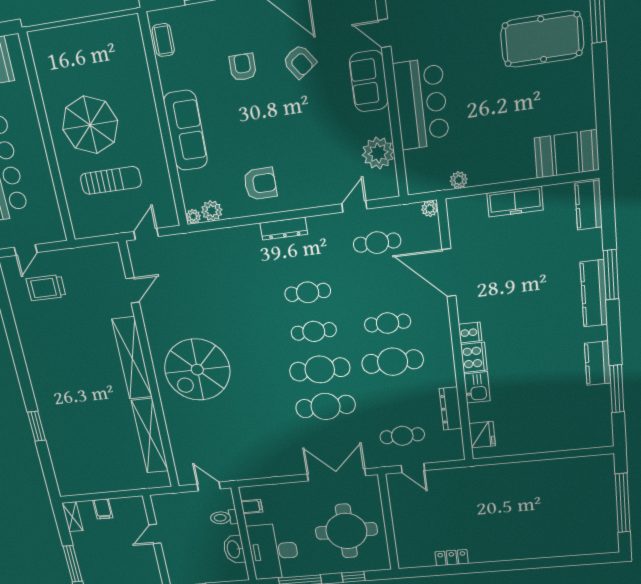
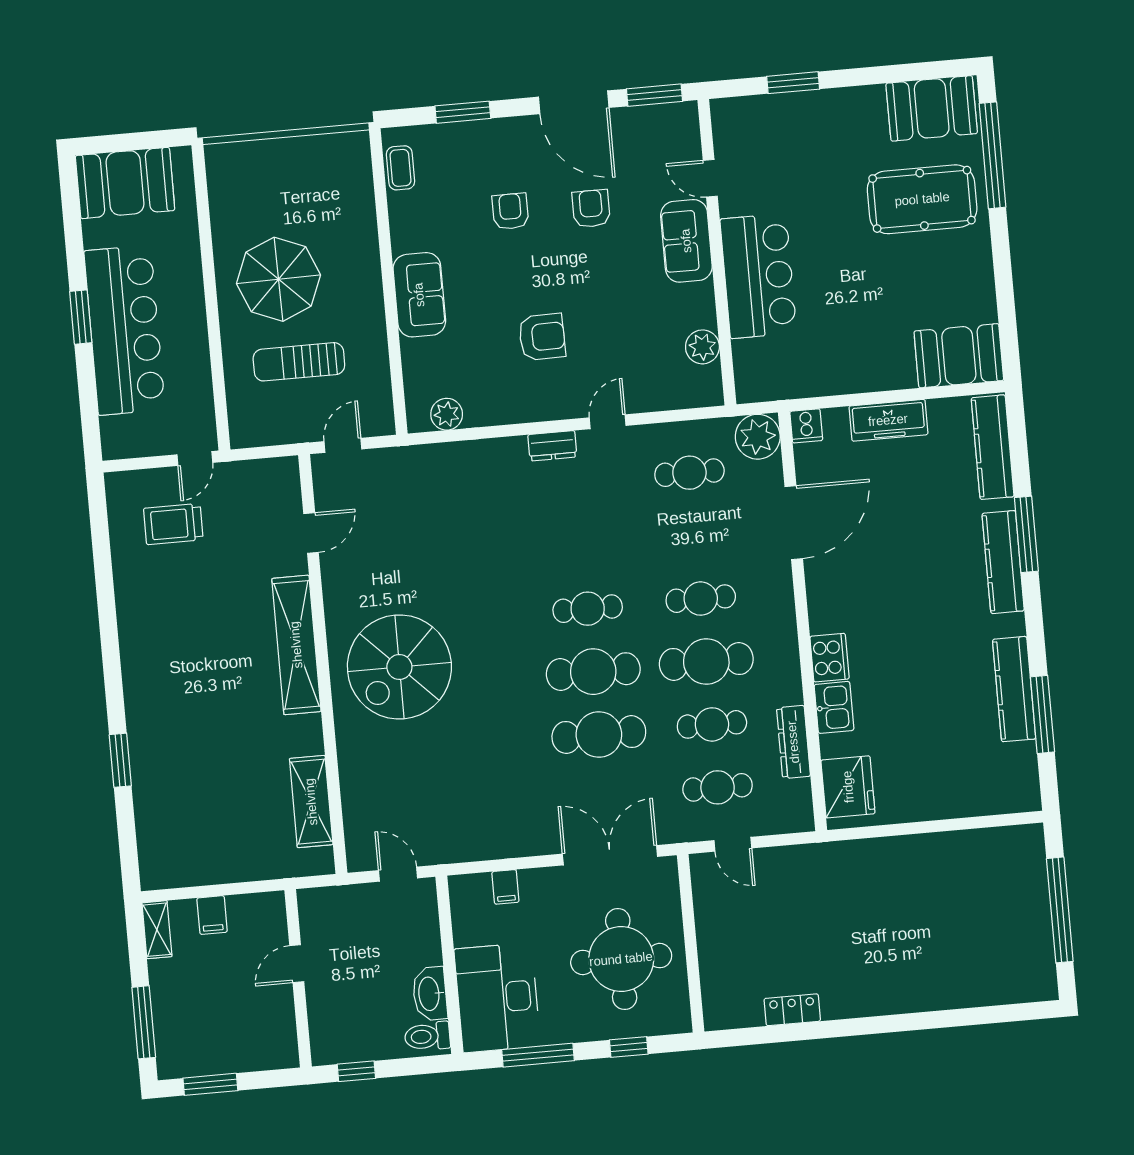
armchair: (299, 62) -> (591, 209), turned -145
sofa: (186, 130) -> (419, 295), width x0.73
plant: (378, 153) -> (702, 347), width x0.73, depth x0.73
sun lounger: (111, 180) -> (299, 362), turned 180
plant: (459, 180) -> (809, 385), removed
armchair: (260, 184) -> (542, 337), moved
kitchen counter: (589, 205) -> (993, 447), width x1.50
door: (354, 206) -> (608, 422), moved
plant: (430, 209) -> (758, 437), width x1.87, depth x1.87
plant: (193, 216) -> (418, 422), removed
dresser: (284, 229) -> (552, 446), width x0.70
door: (26, 250) -> (195, 459), moved
door: (449, 273) -> (794, 523), swing flipped
cafe table: (308, 292) -> (712, 724), moved
cooker: (470, 333) -> (806, 426), moved, turned 90
kitchen counter: (598, 363) -> (1014, 689), width x1.50
fridge: (482, 435) -> (848, 787), width x1.36, depth x1.34
shelving: (150, 436) -> (311, 802), width x0.68
filing cabinet: (252, 506) -> (505, 887), moved, turned 90
toilet: (224, 518) -> (427, 1036), moved

